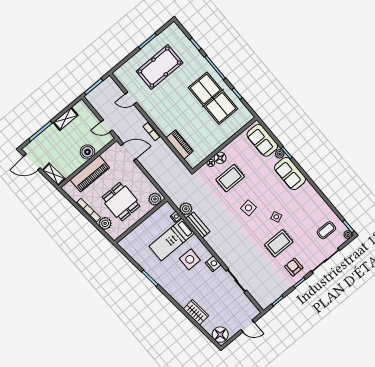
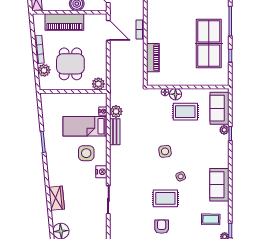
sofa: (290, 174) -> (219, 185), moved
rug: (230, 178) -> (185, 112), moved

